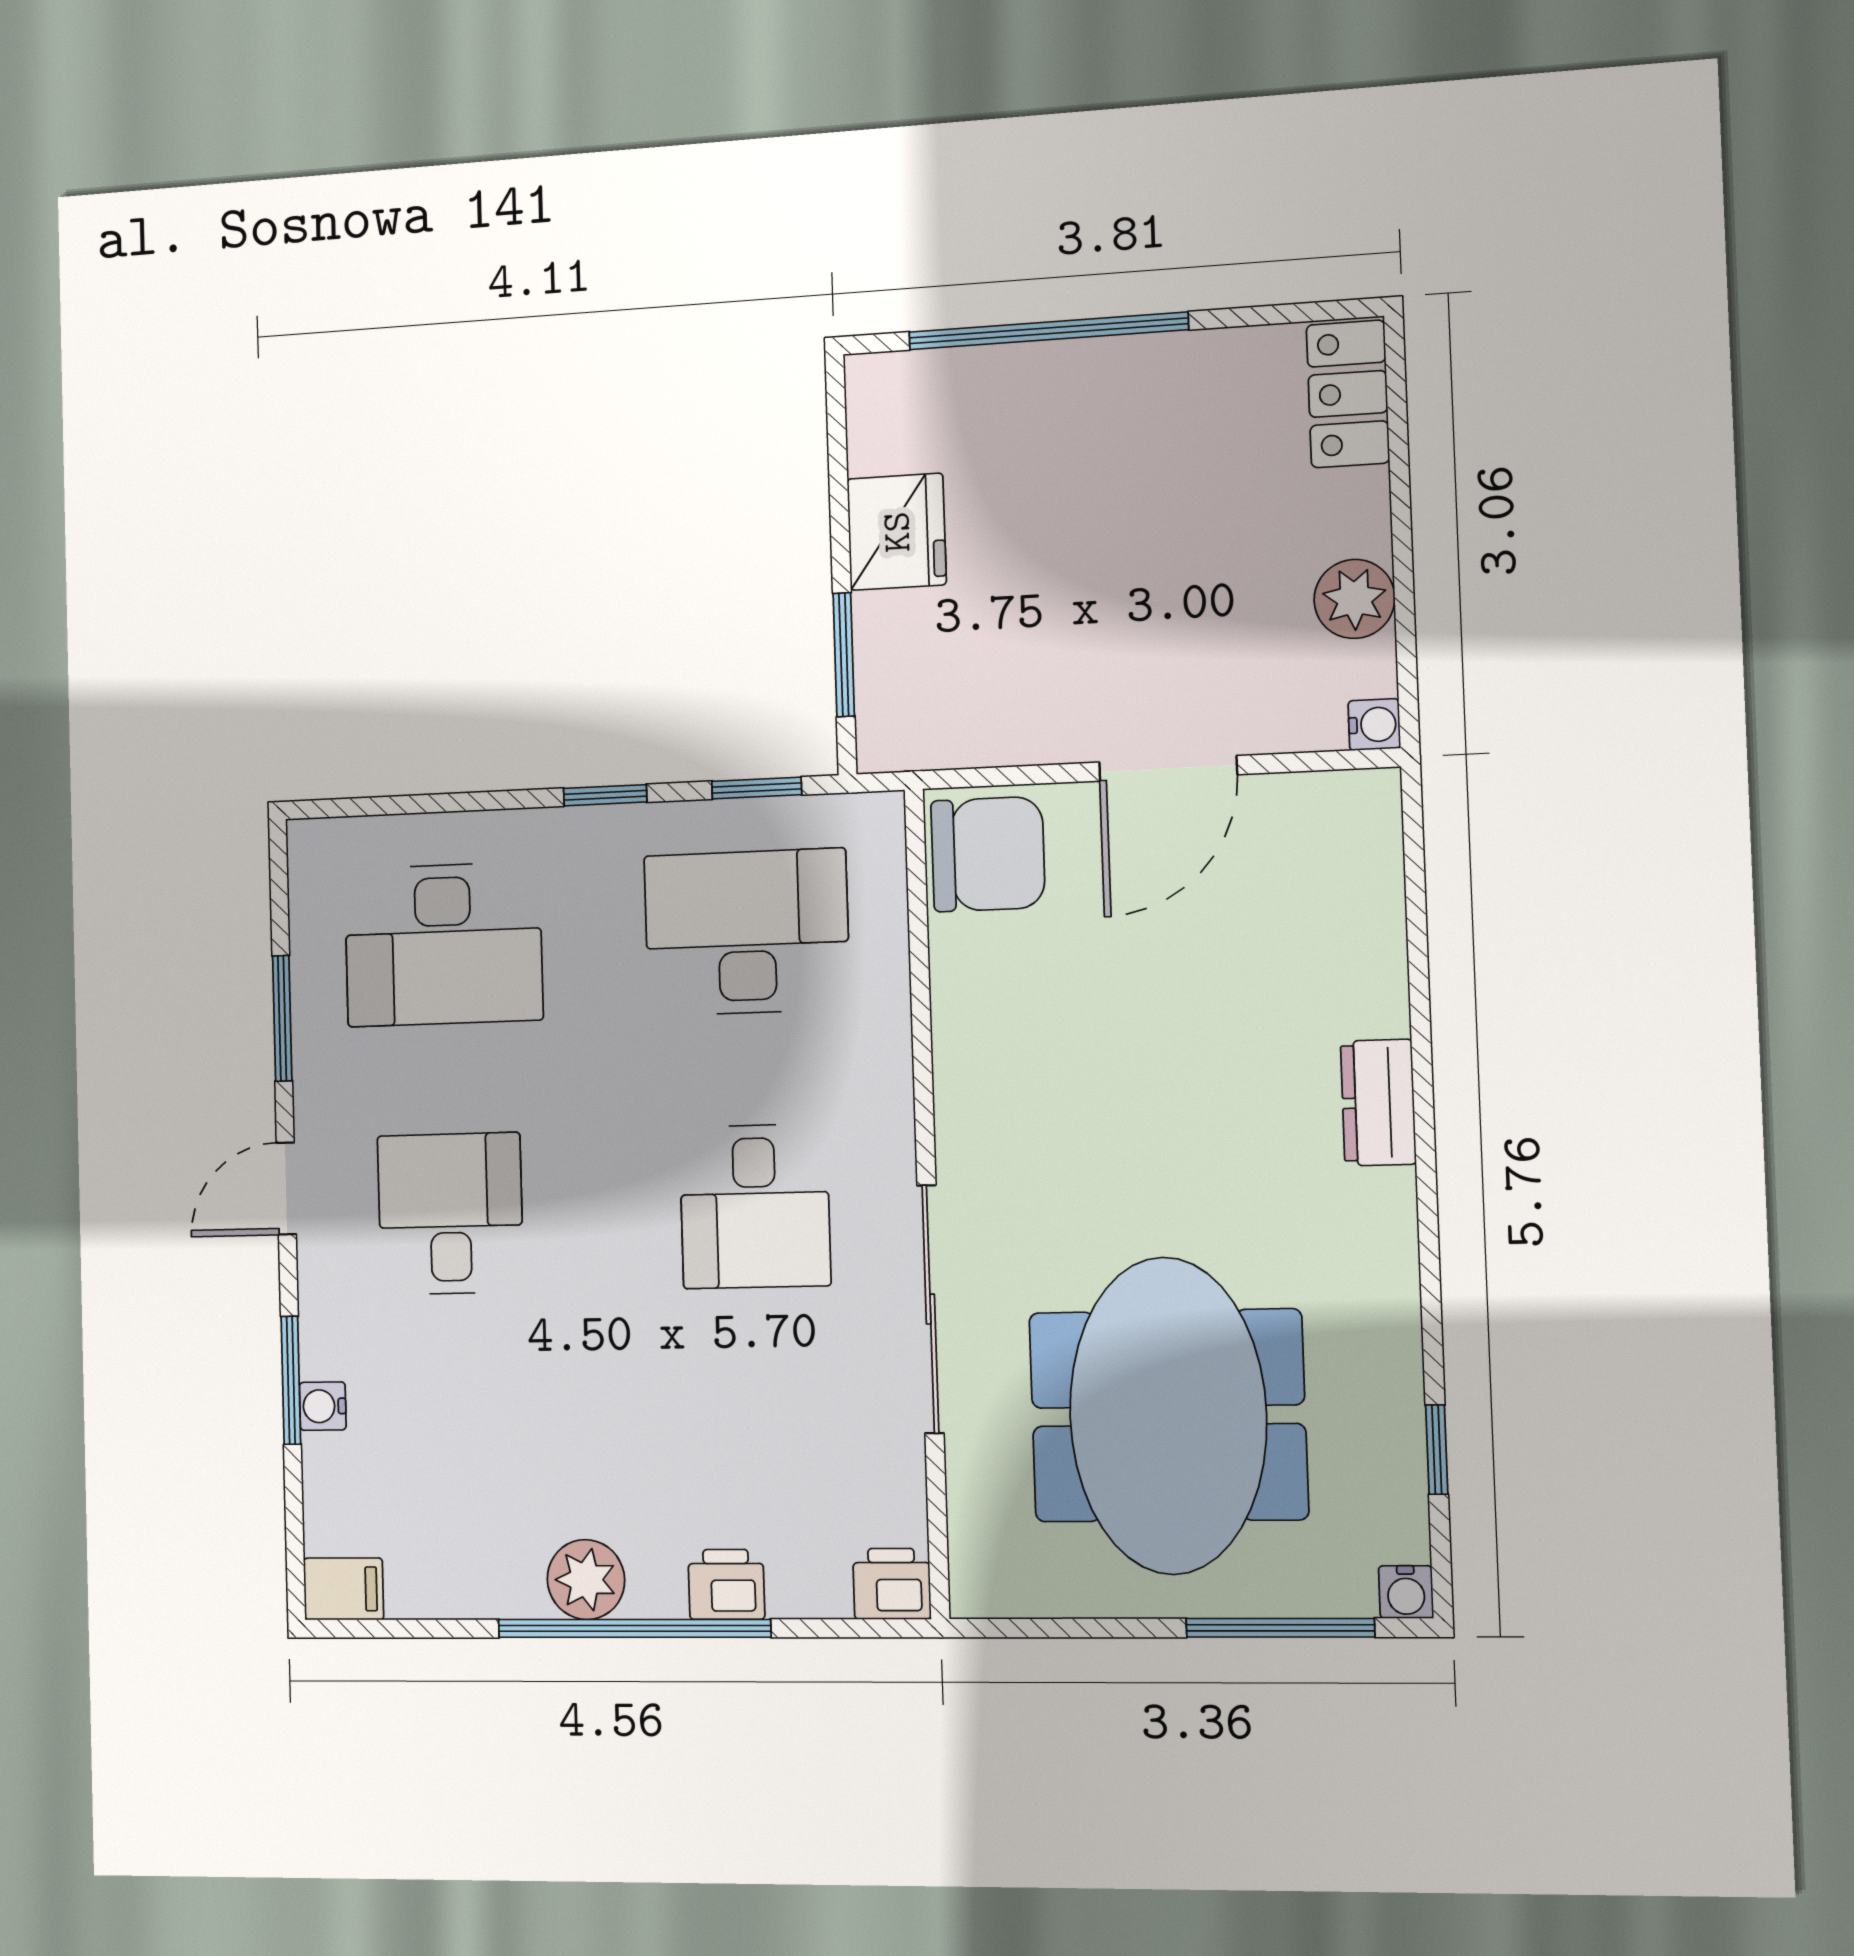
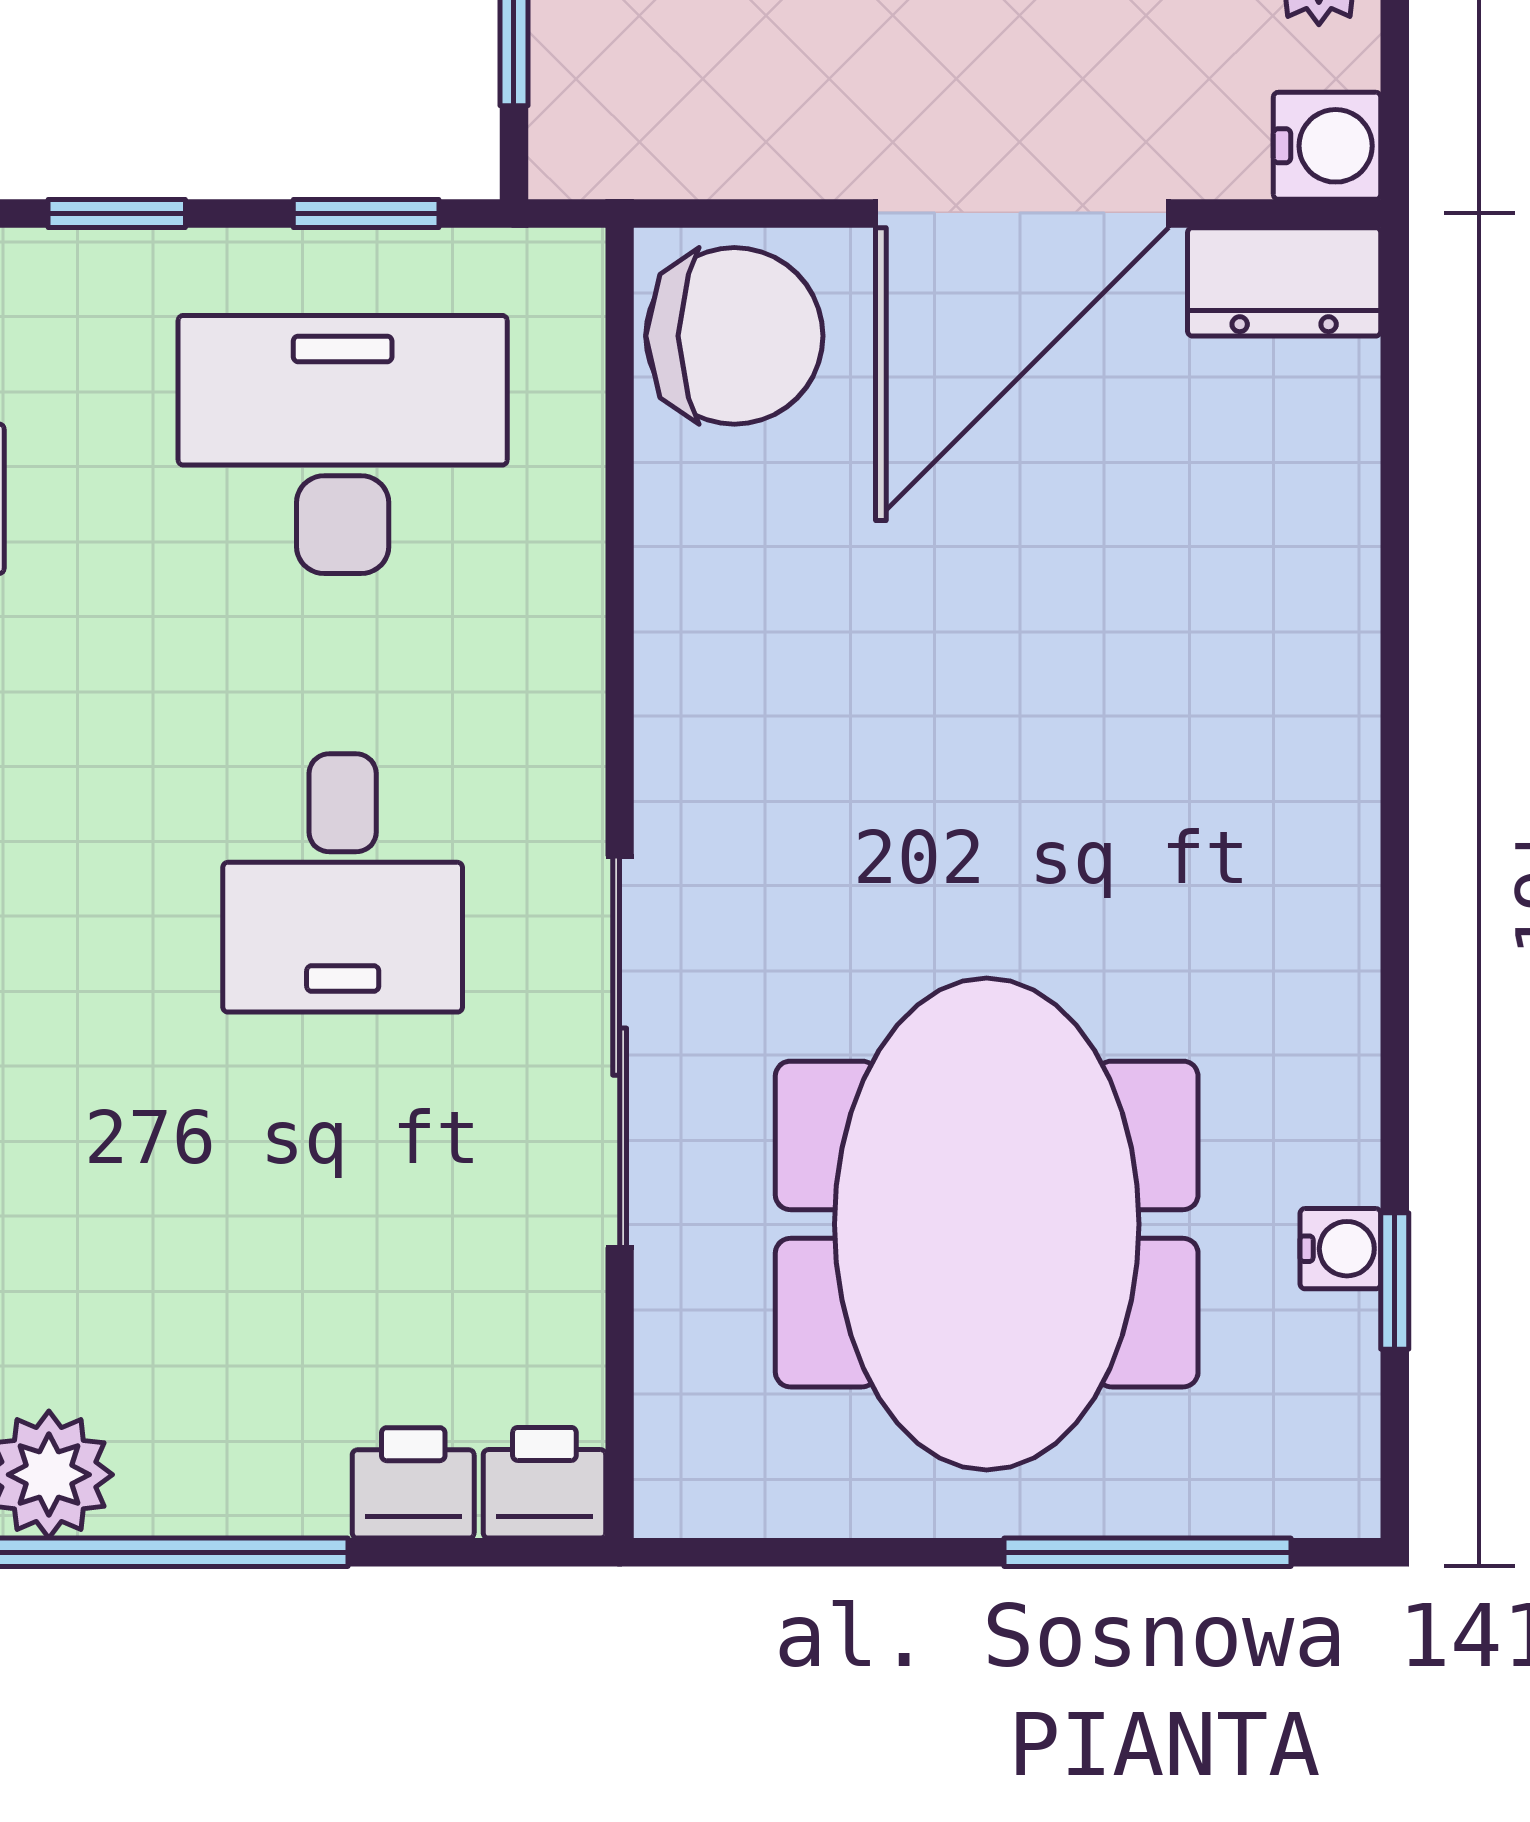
water cooler: (1374, 725) -> (1327, 146), width x1.38, depth x1.38
door: (1168, 768) -> (1022, 213), width x1.36
dresser: (1378, 1103) -> (1284, 282), moved, turned -90
printer: (726, 1584) -> (413, 1483), moved
water cooler: (1406, 1592) -> (1340, 1249), moved, turned -90

